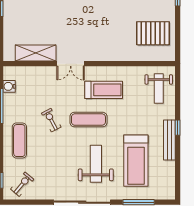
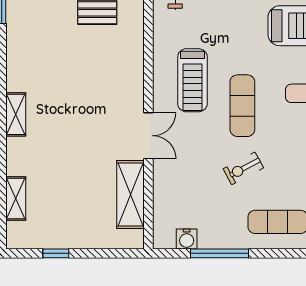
treadmill: (104, 90) -> (192, 80), turned 180

